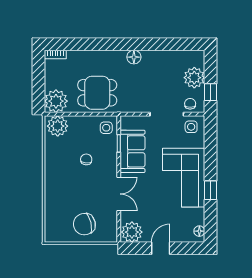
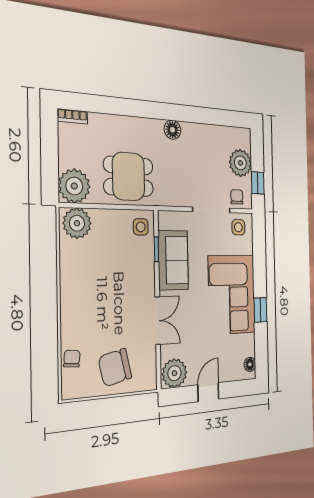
chair: (86, 159) -> (72, 359), moved

